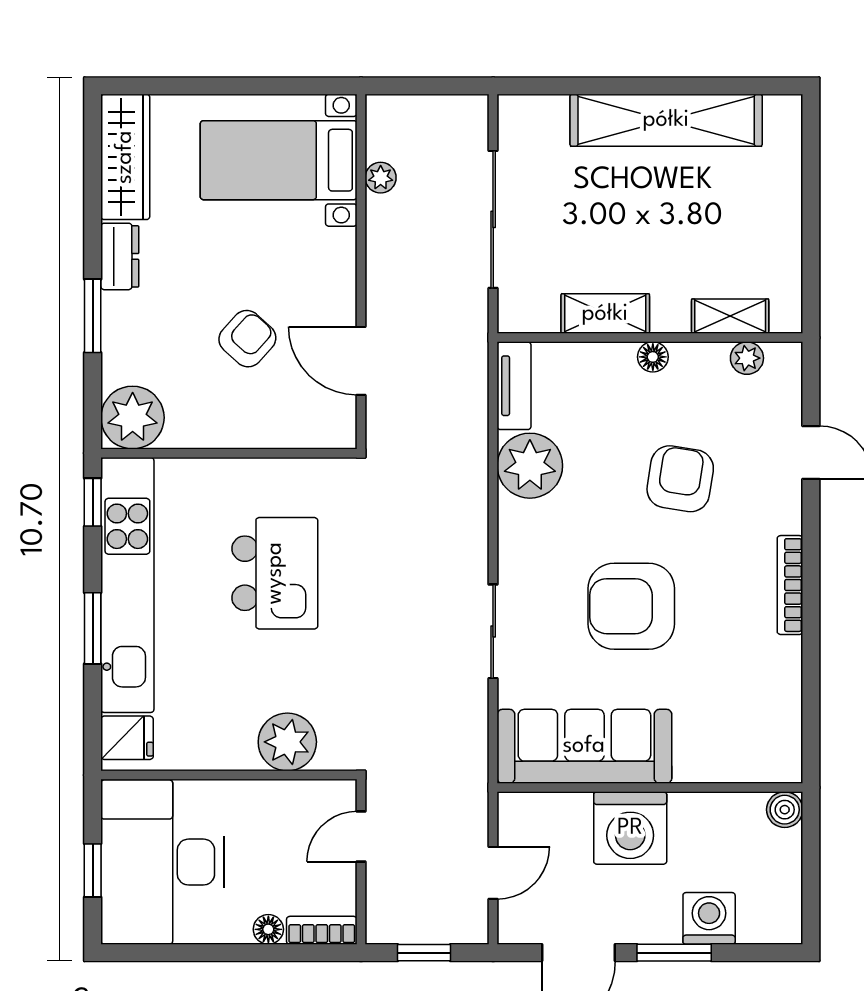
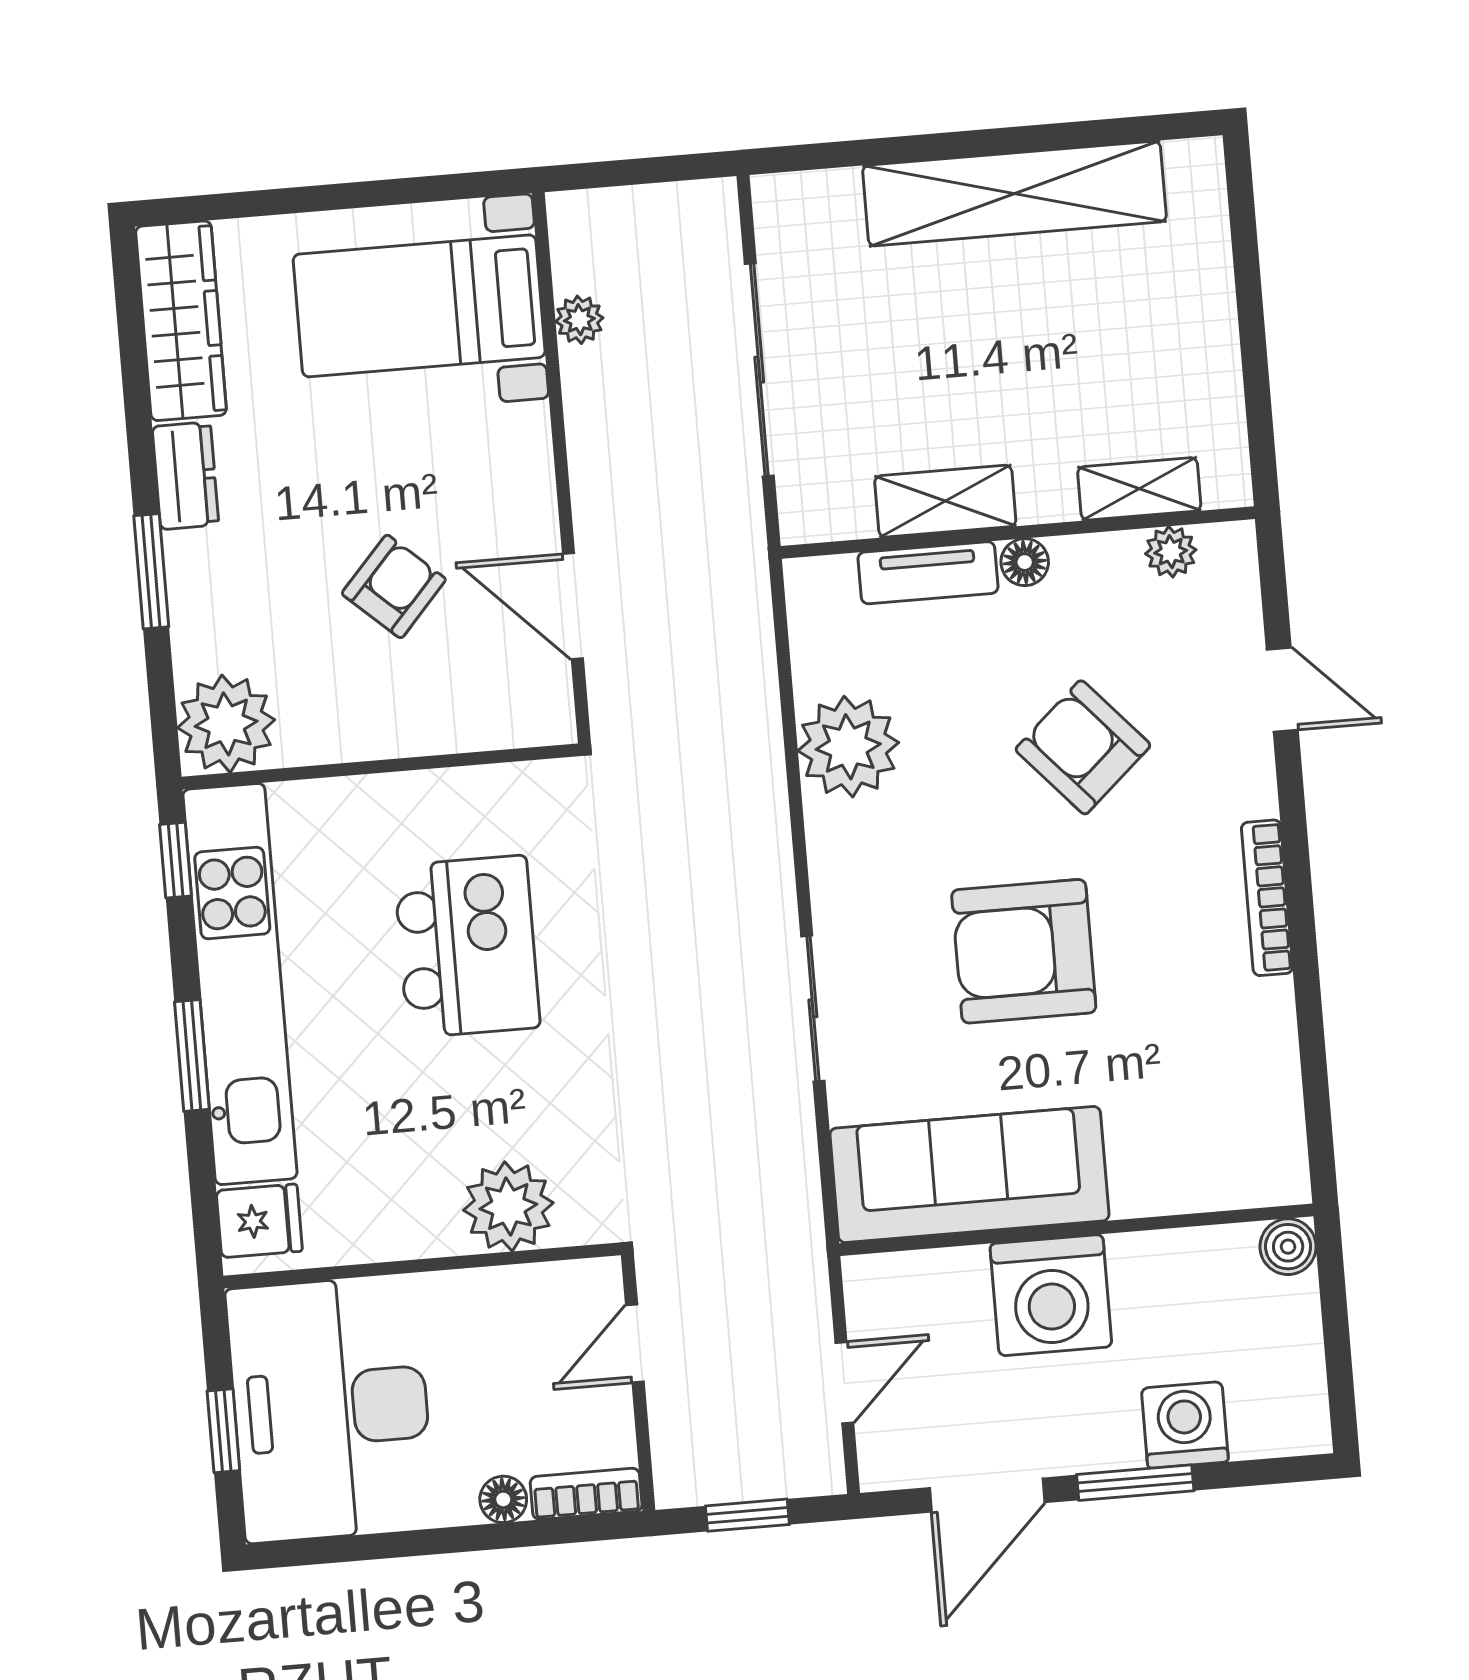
tv unit: (514, 386) -> (928, 573), moved, turned 90
armchair: (680, 479) -> (1083, 747), turned -51

